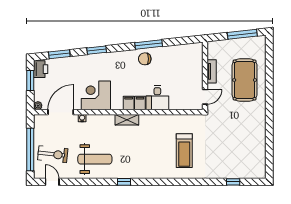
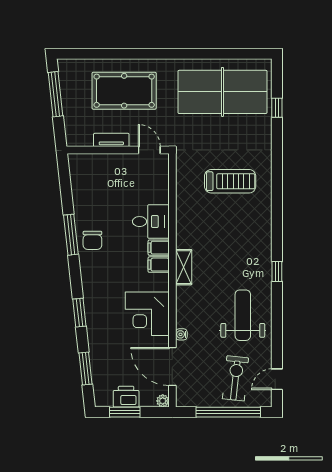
printer: (41, 69) -> (126, 397), moved
table tennis table: (244, 146) -> (222, 92), added

